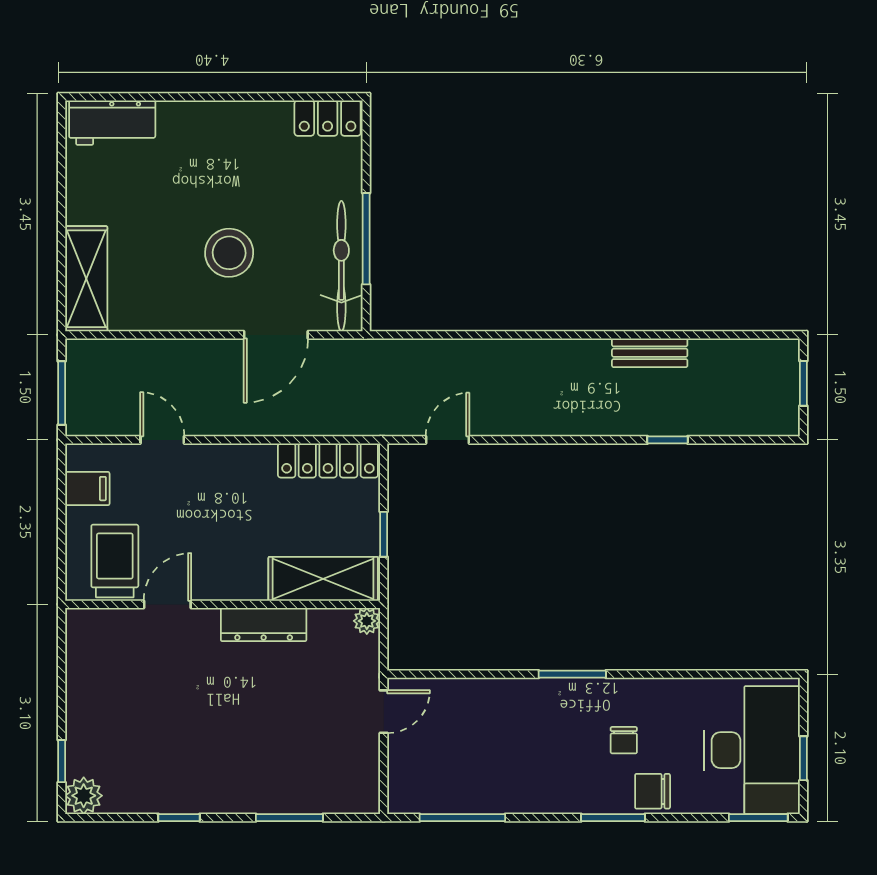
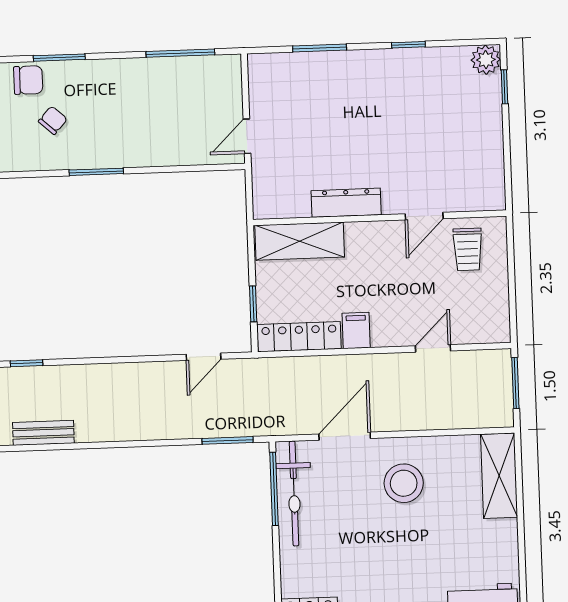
window: (366, 239) -> (274, 489), moved
stool: (229, 253) -> (404, 483), moved
window: (422, 335) -> (228, 440), added
door: (162, 440) -> (433, 348), swing flipped
filing cabinet: (87, 489) -> (356, 330), moved, turned 90
window: (384, 534) -> (253, 304), moved
trolley: (115, 561) -> (468, 249), width x0.73, depth x0.72
plant: (367, 621) -> (263, 209), removed
chair: (624, 740) -> (53, 120), turned 42

